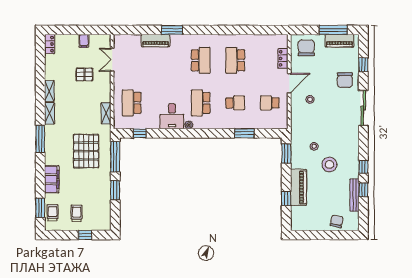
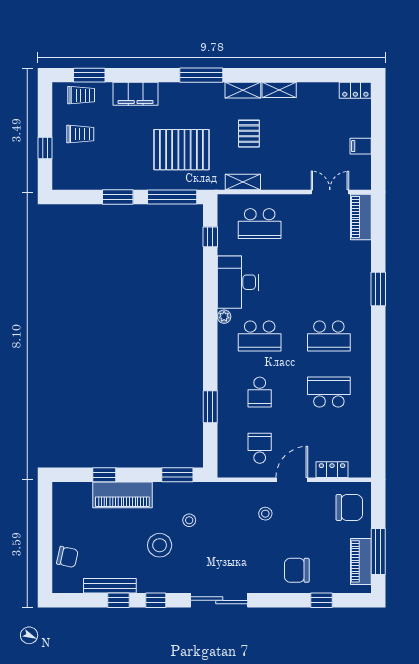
piano: (156, 41) -> (361, 217), moved
pallet: (84, 74) -> (249, 134), moved
door: (289, 83) -> (292, 480), swing flipped
school desk: (132, 103) -> (260, 224), turned 180
school desk: (201, 103) -> (260, 336), turned 180
sliding door: (363, 108) -> (219, 600), moved
desk: (172, 116) -> (238, 282), width x1.37

